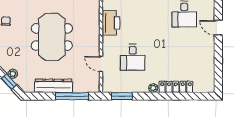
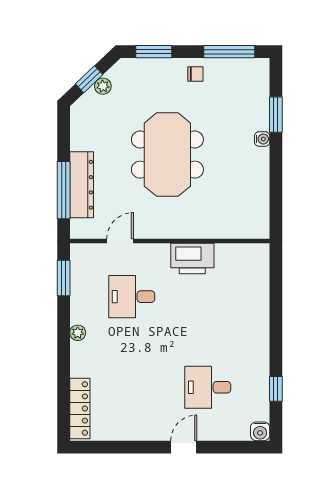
meeting table: (52, 37) -> (167, 155), turned 90
dresser: (53, 86) -> (82, 185), moved
locker: (176, 87) -> (80, 408), moved

